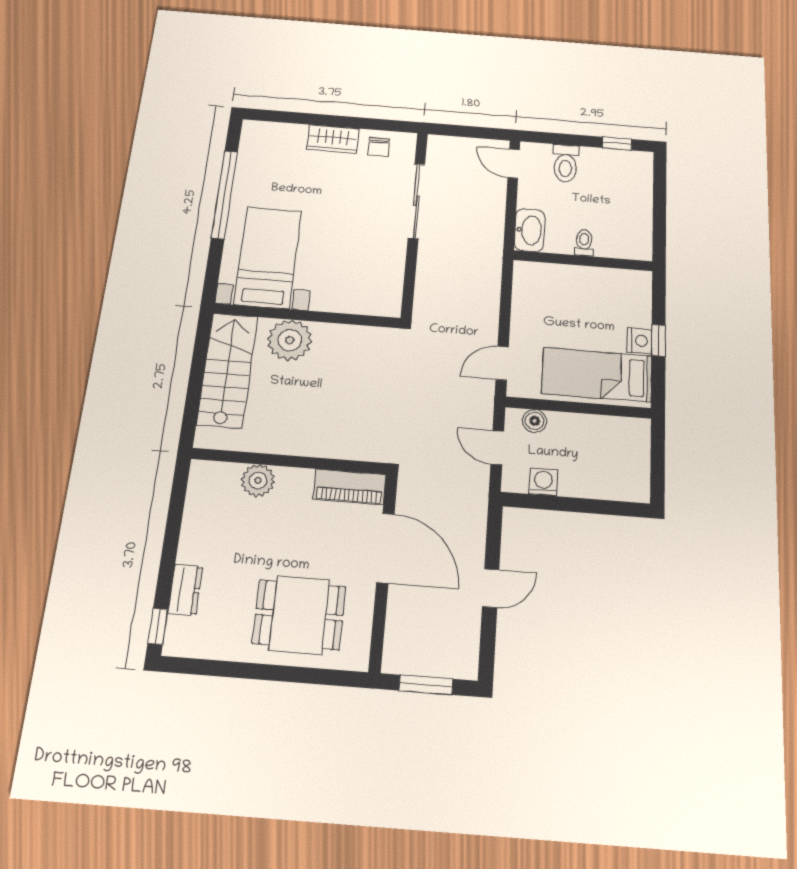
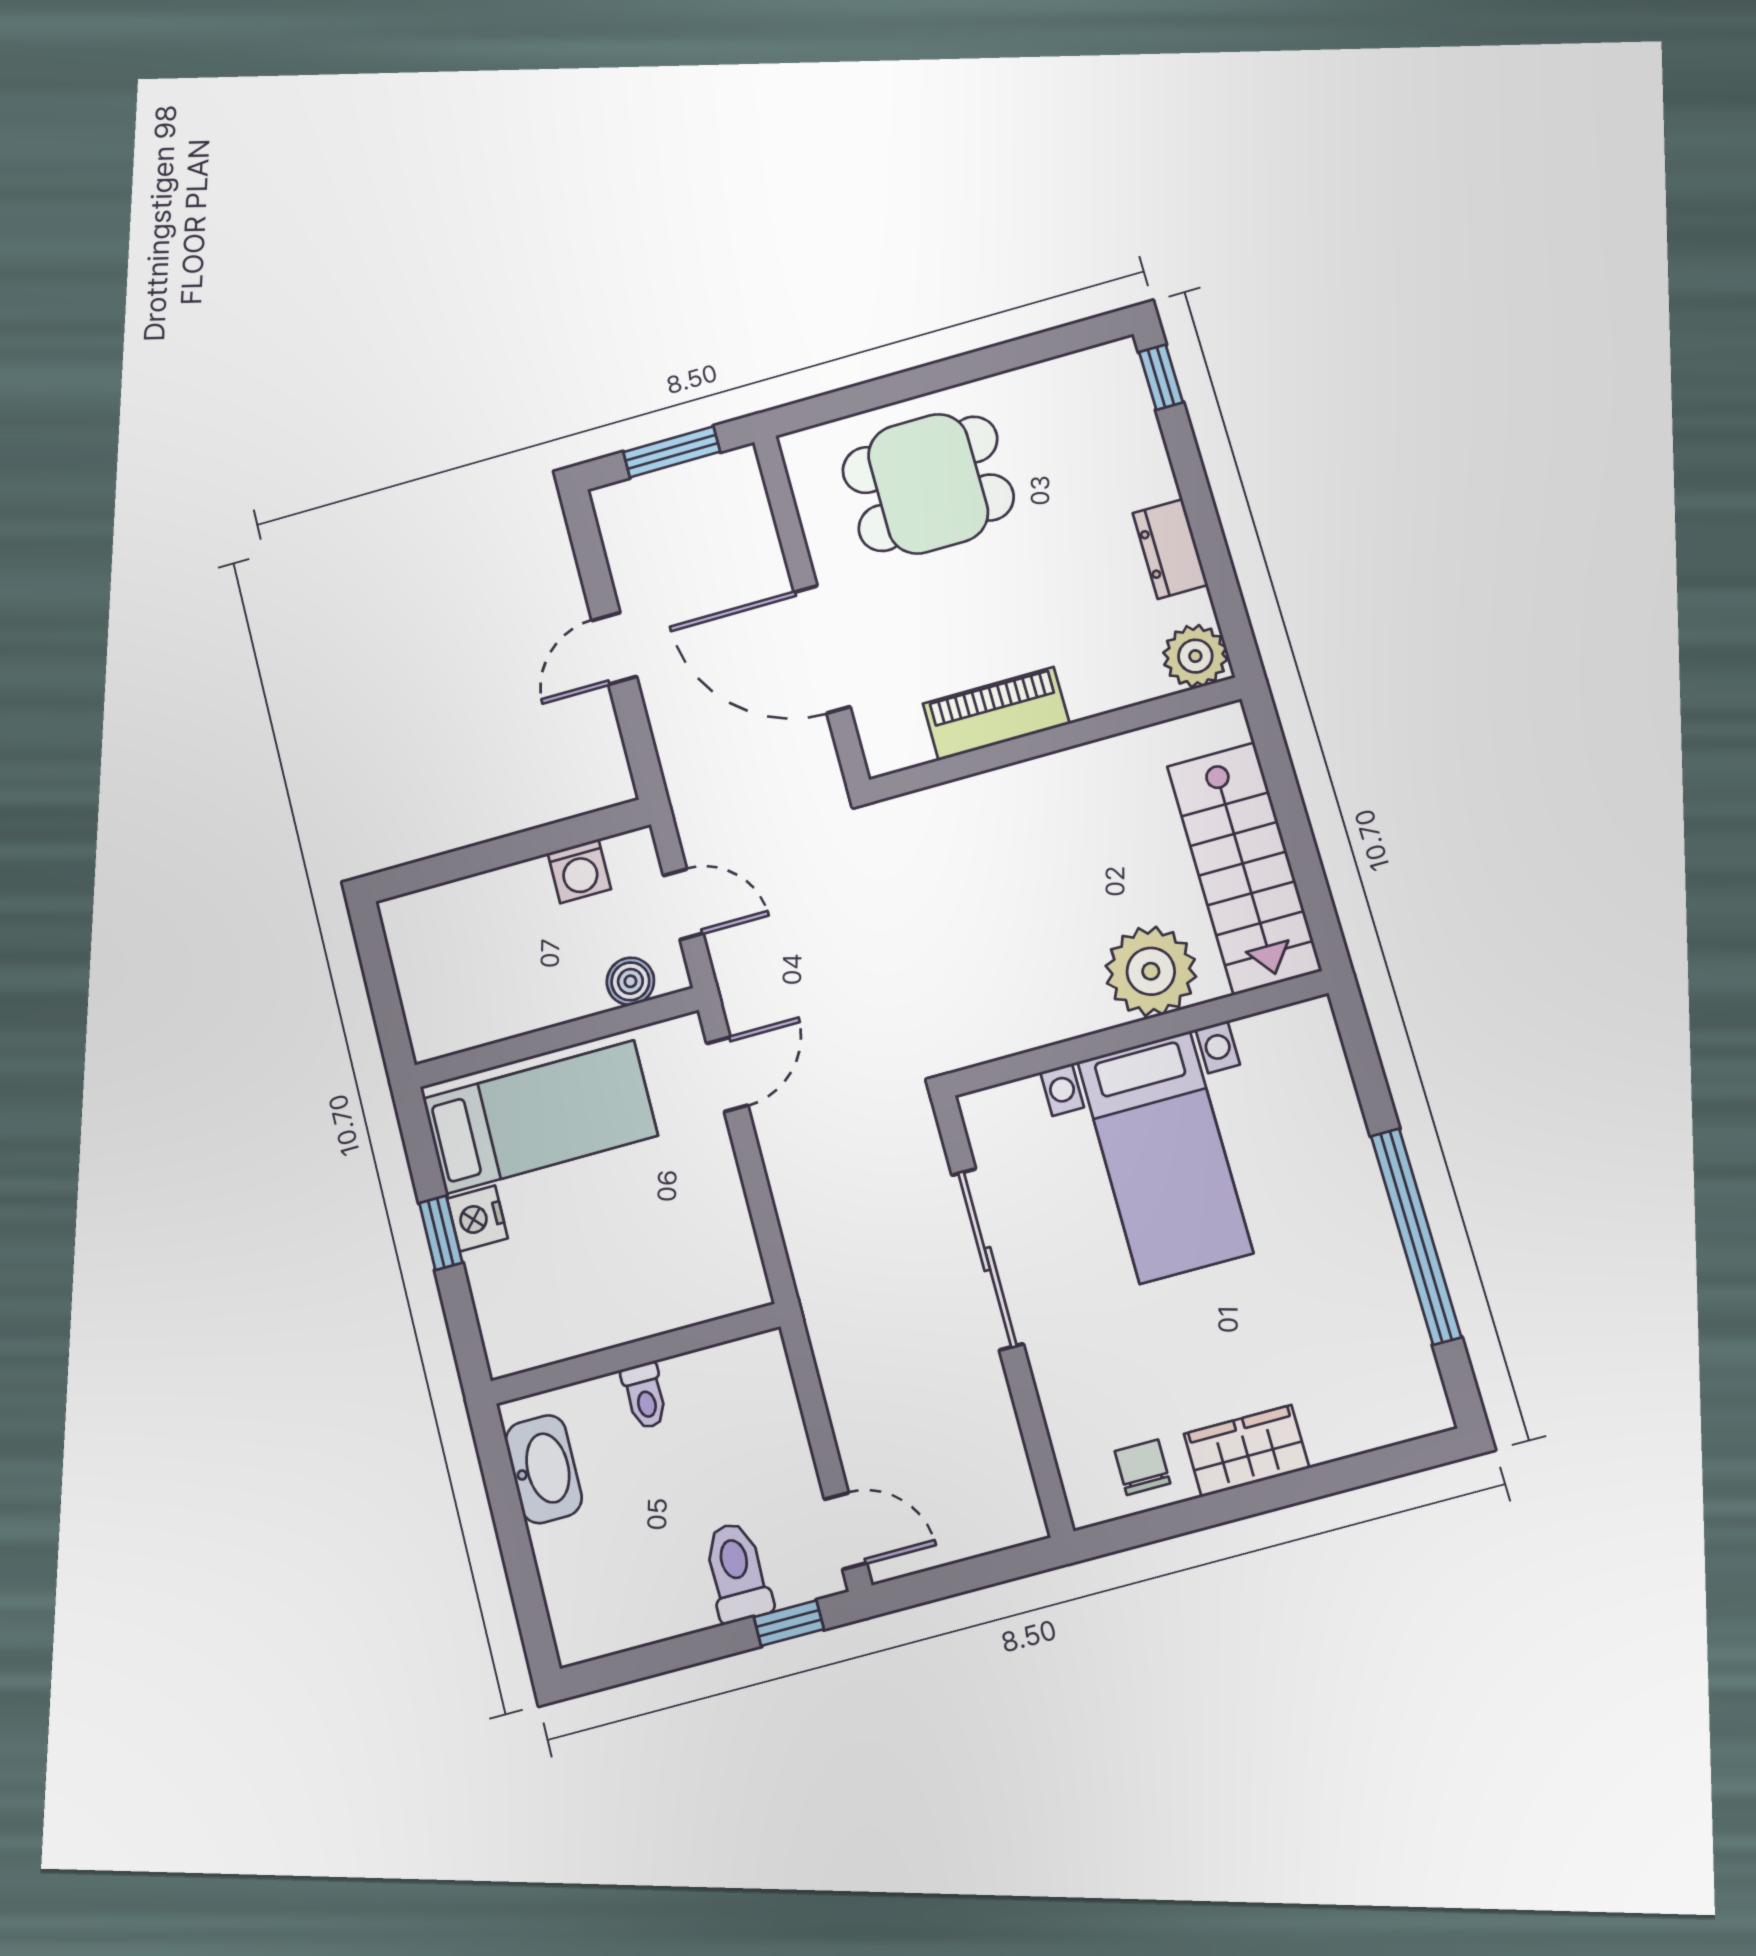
window: (617, 144) -> (789, 1623), moved
sliding door: (416, 201) -> (987, 1259), moved
washbasin: (530, 230) -> (544, 1469), moved, turned 180
bed with nightstands: (268, 257) -> (1165, 1157), moved
plant: (258, 480) -> (1195, 656), moved
piano: (350, 487) -> (996, 714), moved
dresser: (185, 590) -> (1170, 549), moved

